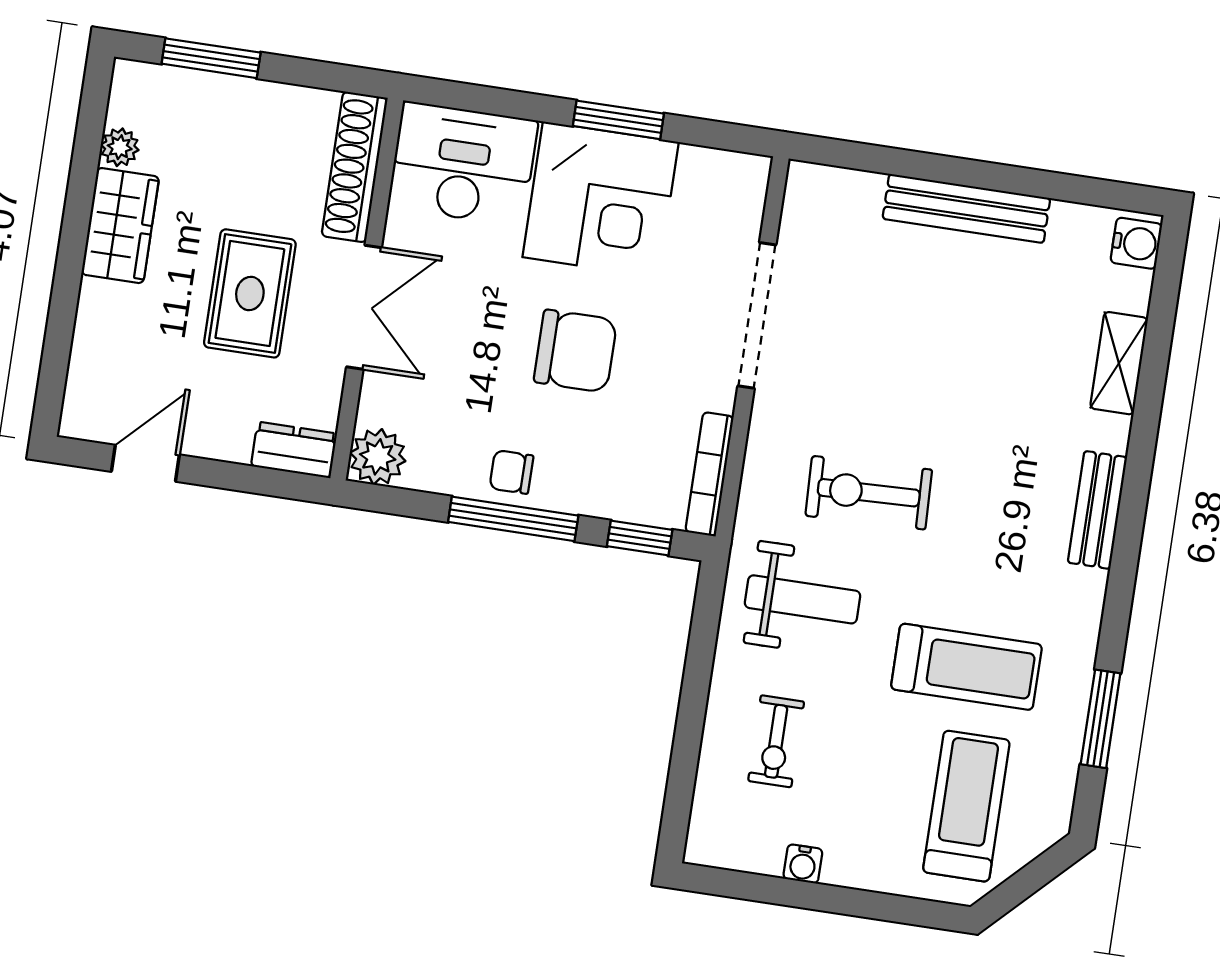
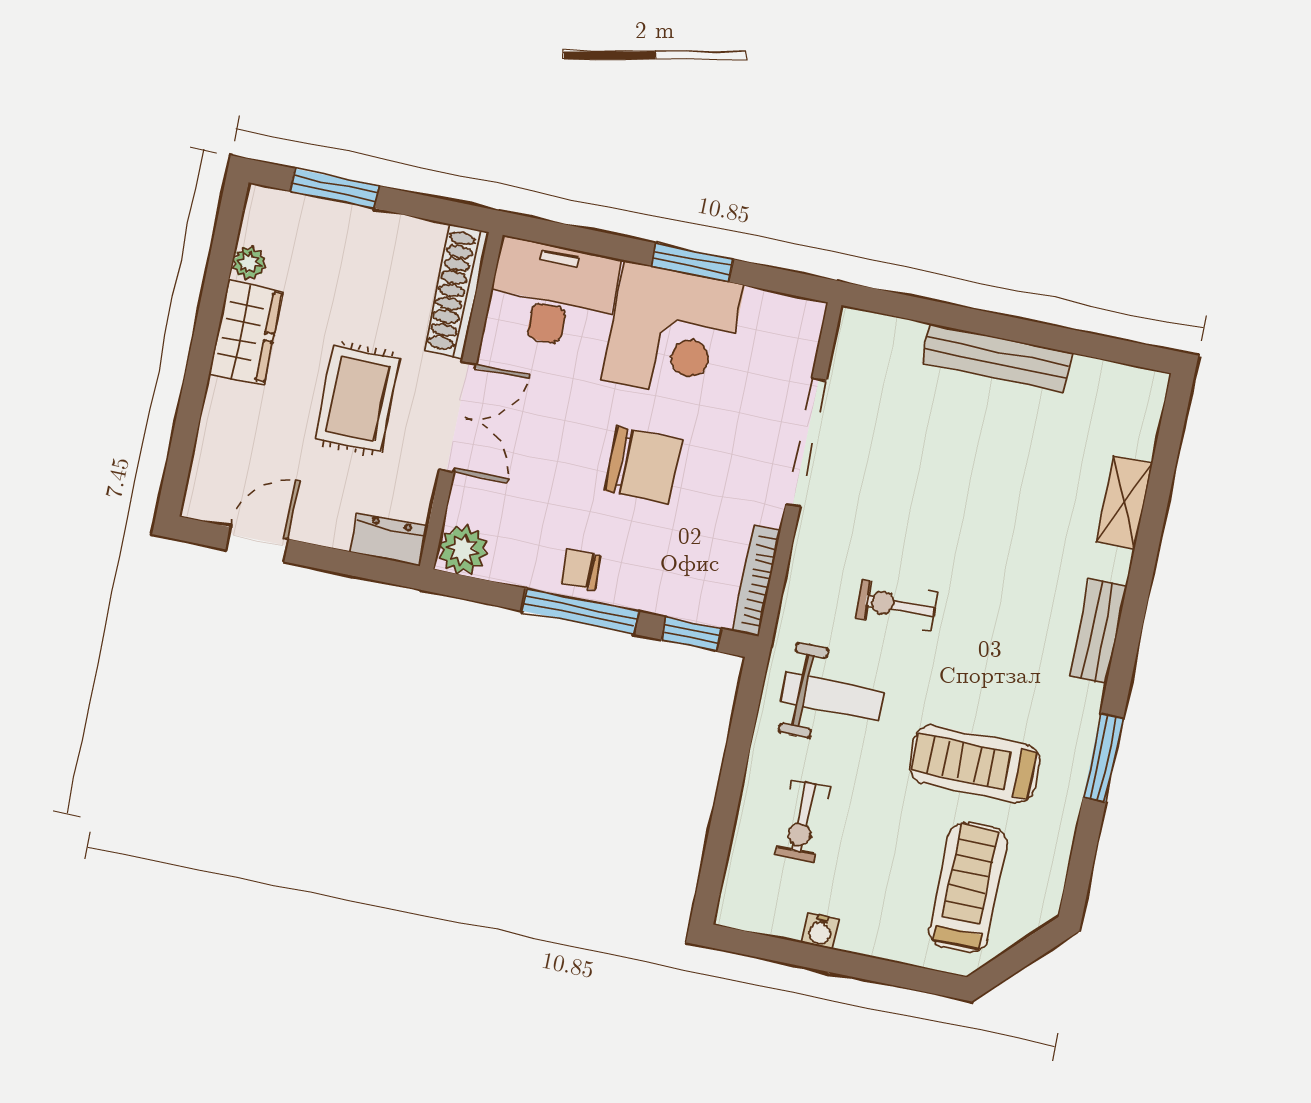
water cooler: (1136, 243) -> (1146, 397), removed
exercise bike: (869, 493) -> (896, 605), width x0.73, depth x0.72
treadmill: (966, 667) -> (975, 764), turned 180
window: (1101, 719) -> (1103, 758), moved

